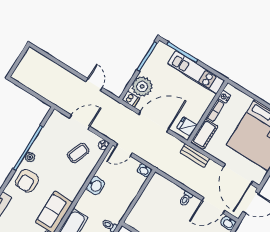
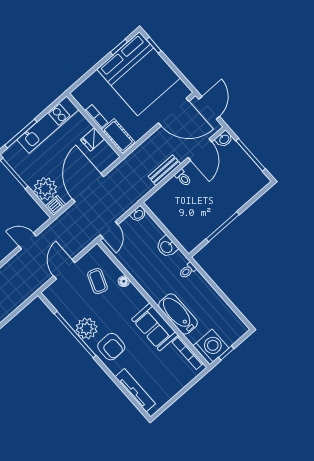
nightstand: (224, 97) -> (84, 102), removed
fridge: (187, 126) -> (93, 139), moved
floor lamp: (103, 145) -> (124, 281), moved
bench: (195, 156) -> (164, 170), moved
plant: (30, 157) -> (87, 328), width x1.88, depth x1.88
washbasin: (96, 186) -> (167, 247), moved, turned 180

